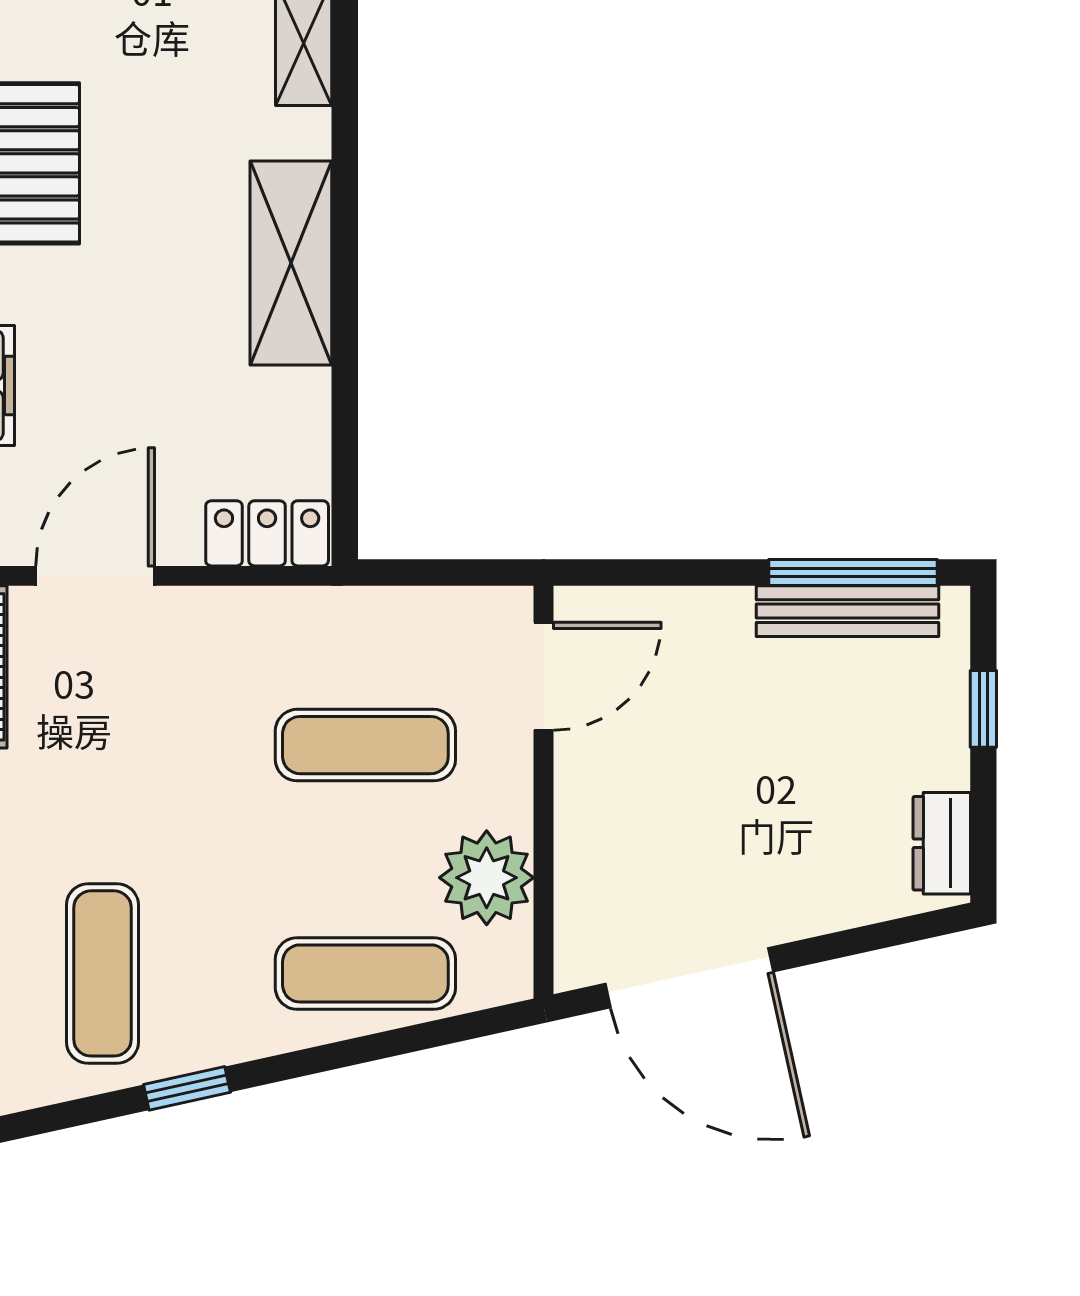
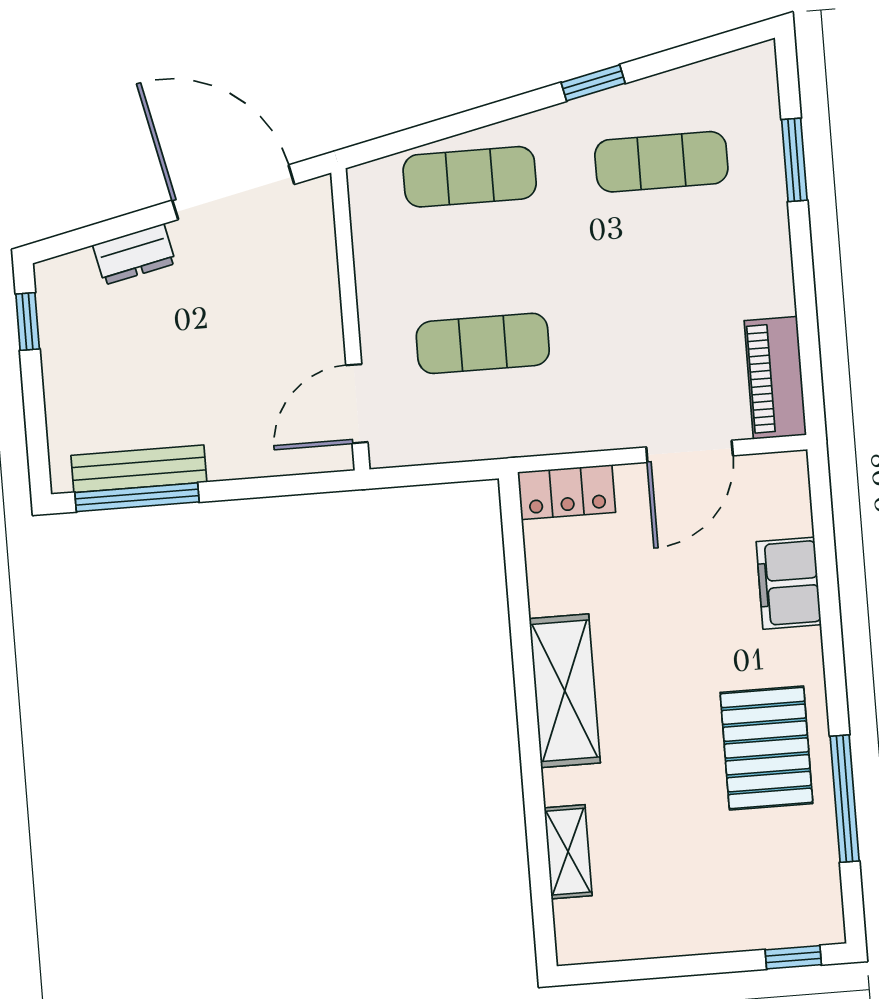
window: (983, 709) -> (28, 321), moved
dresser: (942, 843) -> (134, 254), moved, turned 78
plant: (487, 878) -> (387, 254), removed
exercise mat: (102, 973) -> (661, 162), turned 90

